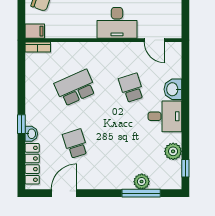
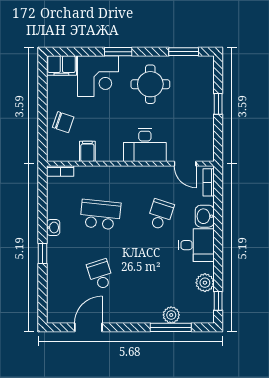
filing cabinet: (35, 31) -> (87, 151), moved, turned -90
bookcase: (176, 58) -> (209, 182), added
school desk: (75, 88) -> (100, 215), turned 30
school desk: (131, 88) -> (160, 215), turned 36
washbasin: (31, 134) -> (53, 227), moved
locker: (32, 164) -> (54, 296), removed

